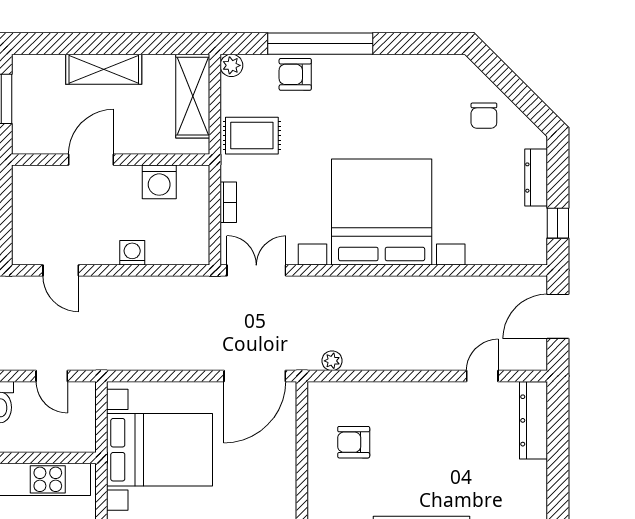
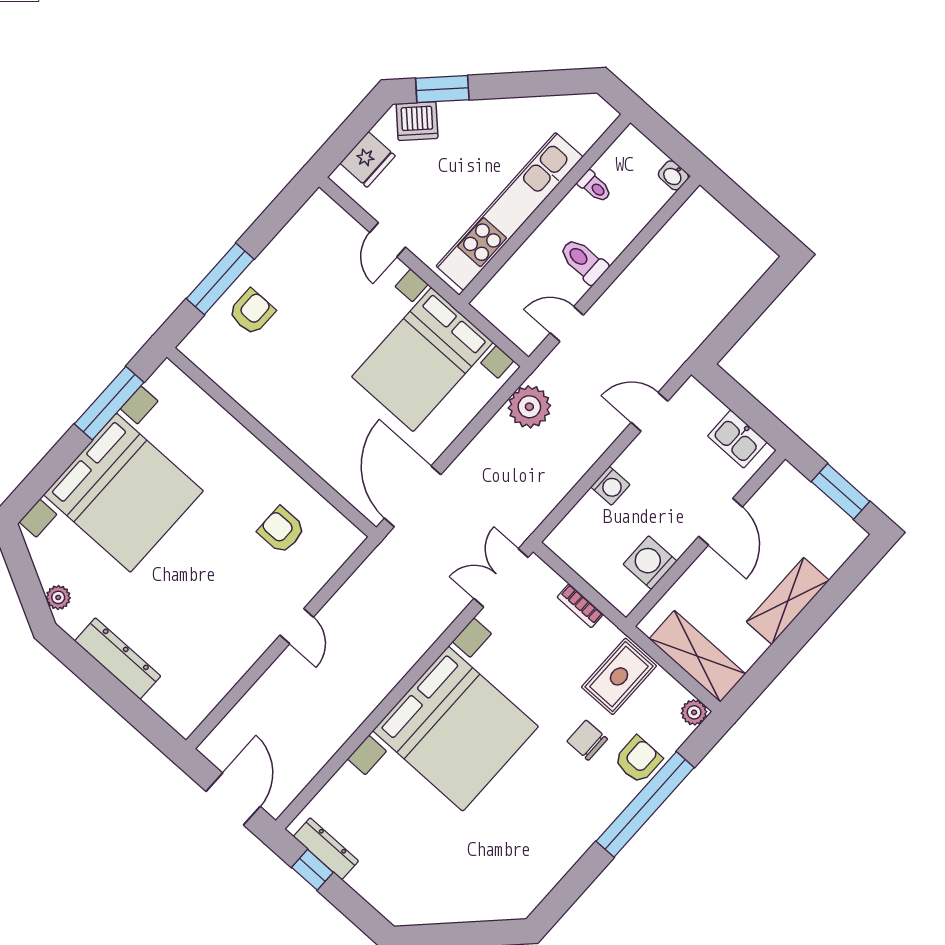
chair: (484, 116) -> (587, 740), moved
dresser: (536, 178) -> (326, 849), moved
kitchen sink: (27, 197) -> (737, 439), added
double door: (256, 270) -> (501, 578), swing flipped
plant: (332, 361) -> (529, 407), moved, width x1.88, depth x1.88
door: (482, 376) -> (297, 626), moved
dresser: (533, 420) -> (118, 659), moved
armchair: (354, 442) -> (281, 530), turned -90

